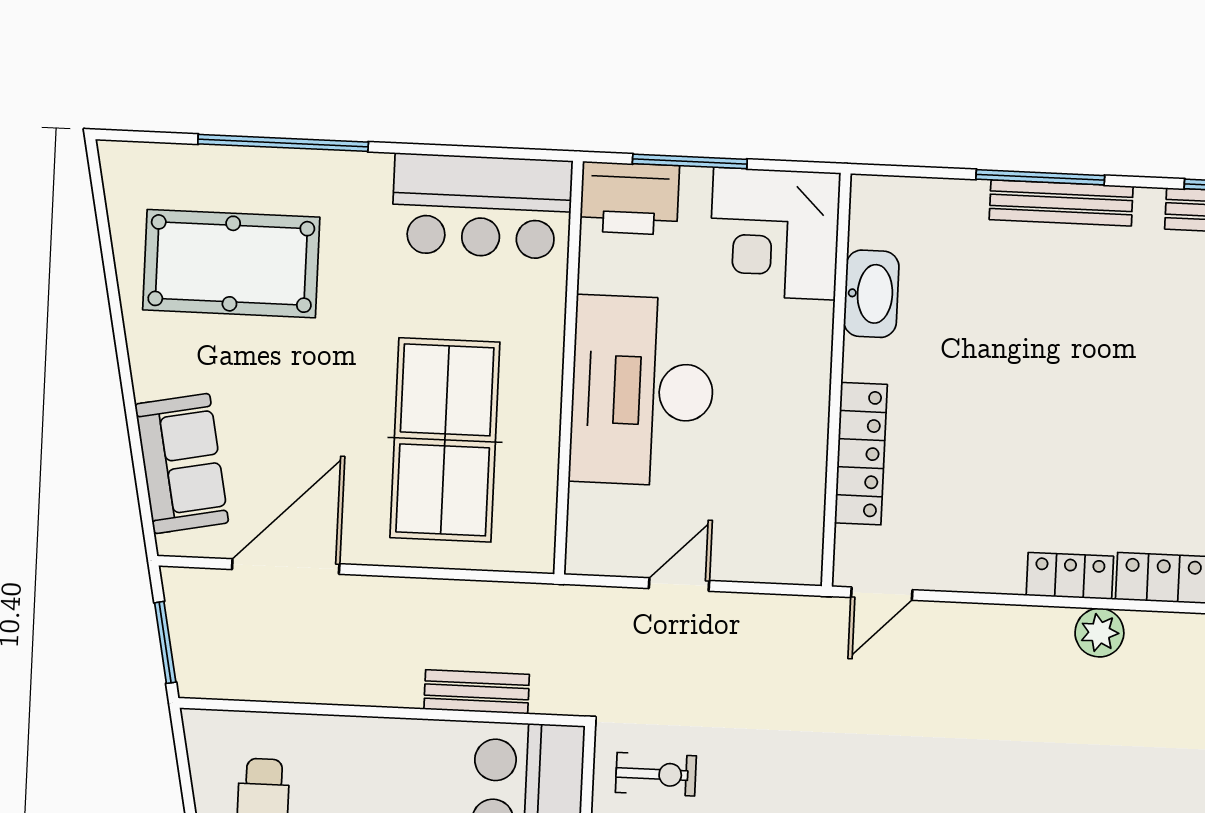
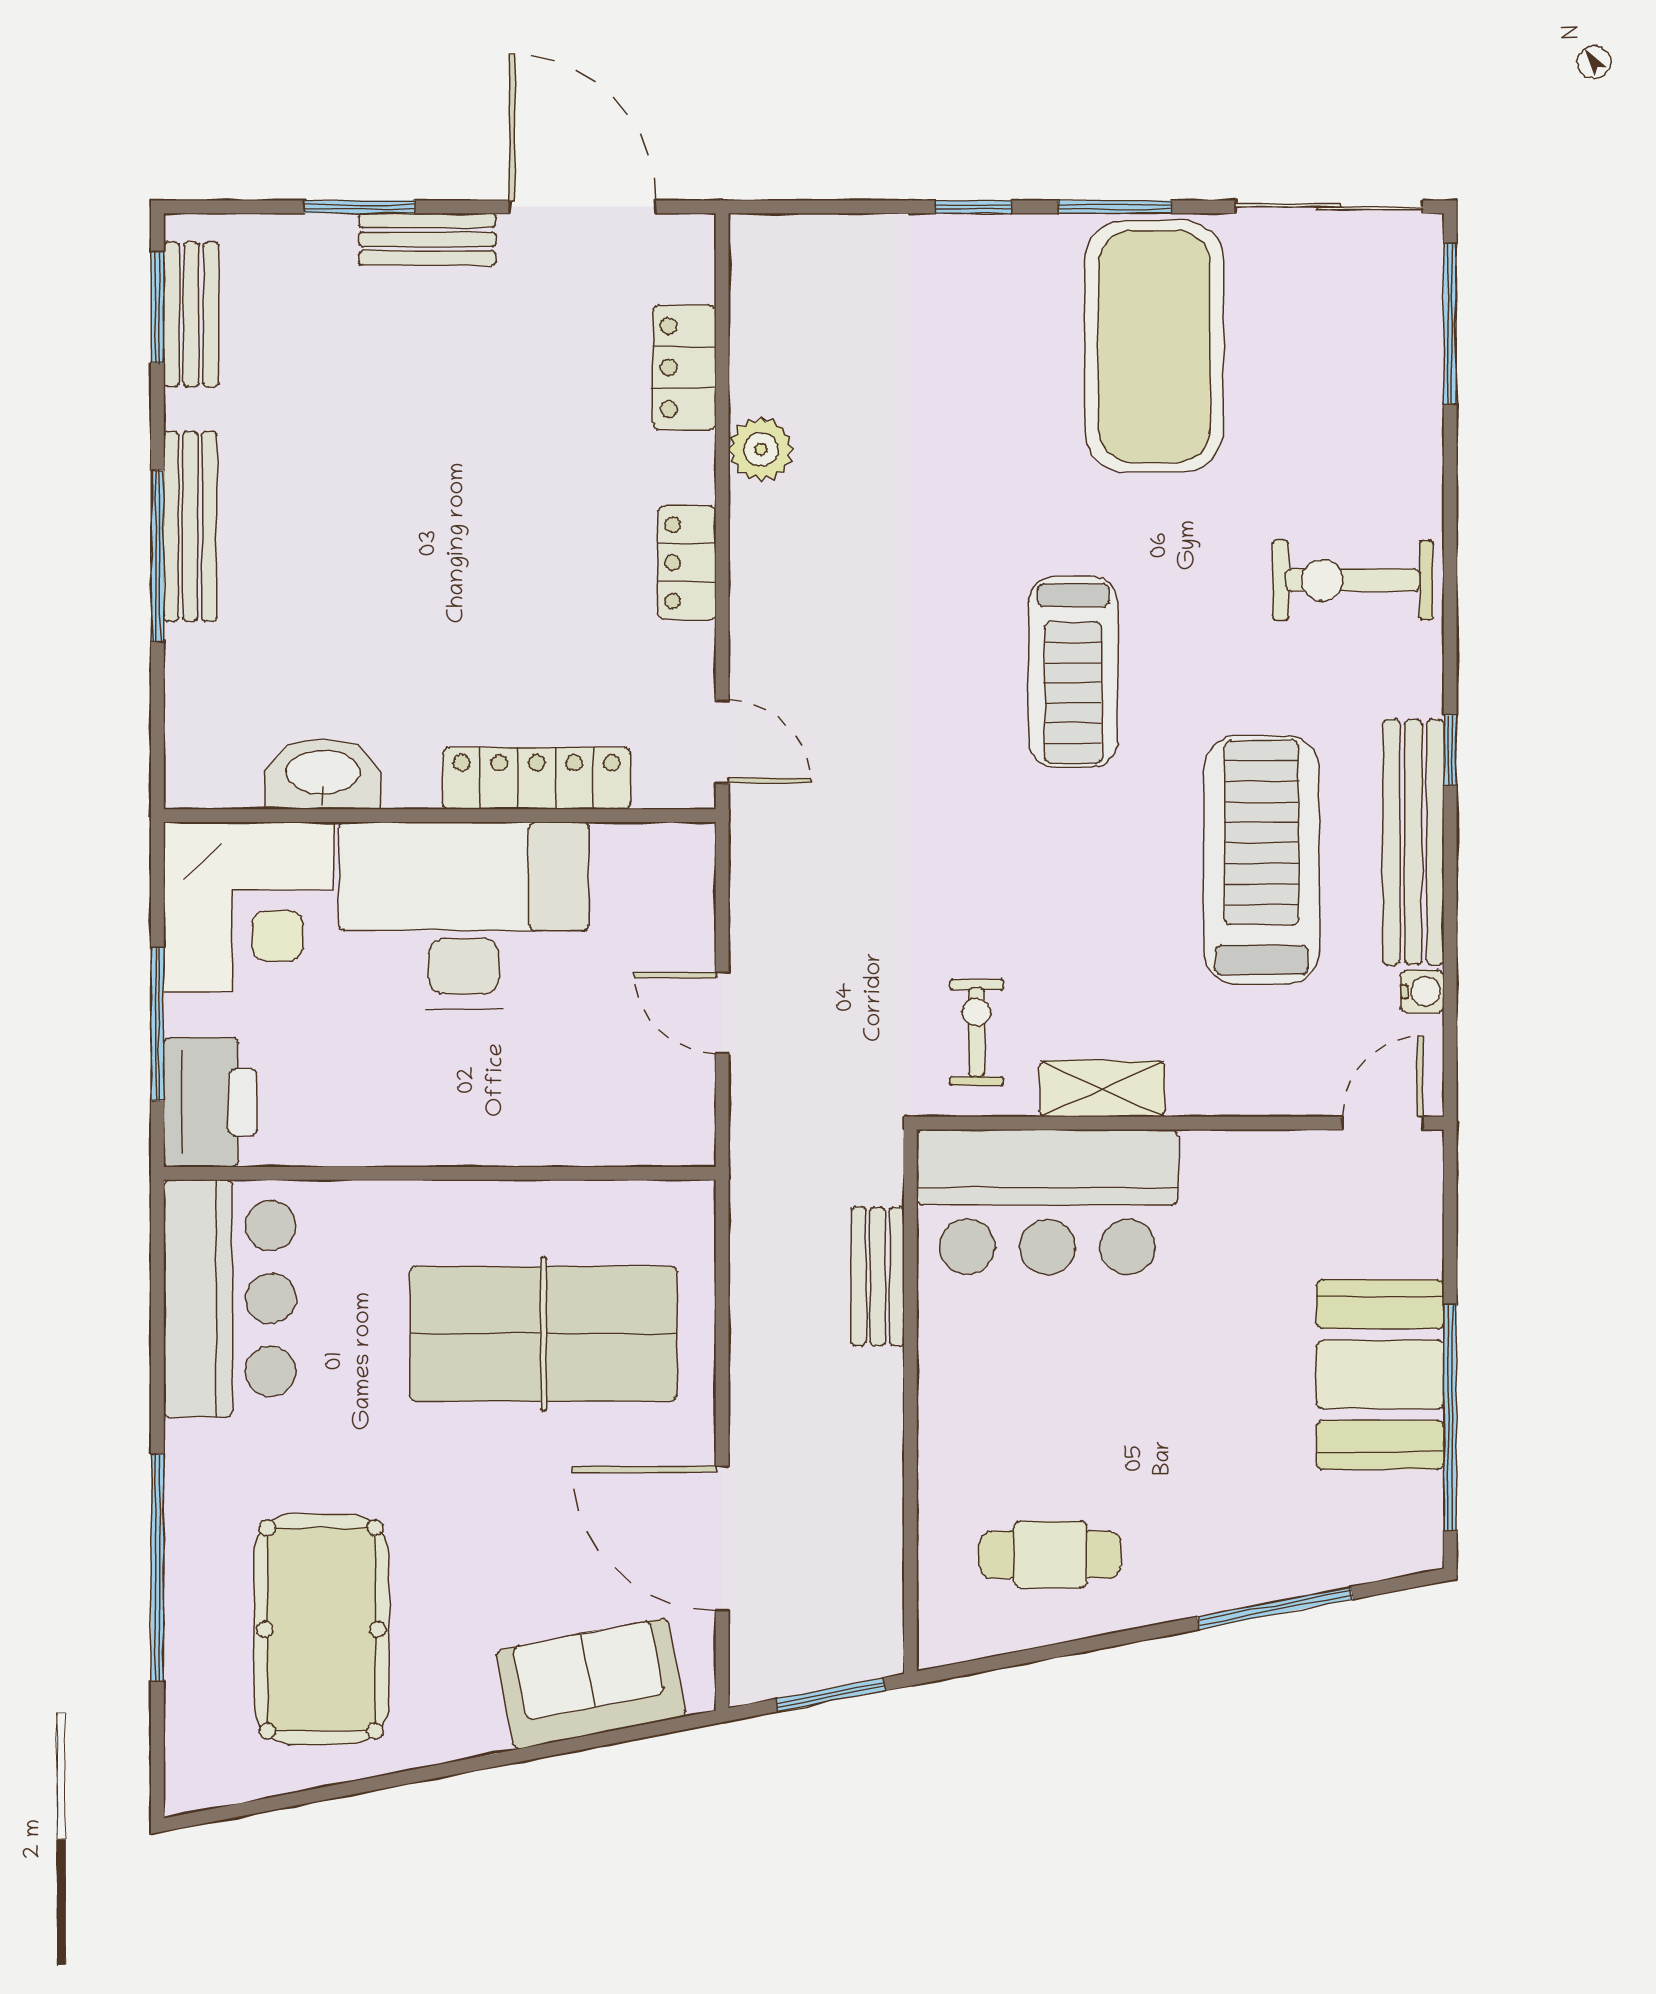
desk: (642, 391) -> (464, 916), moved, turned 180
locker: (1070, 576) -> (687, 563), moved

